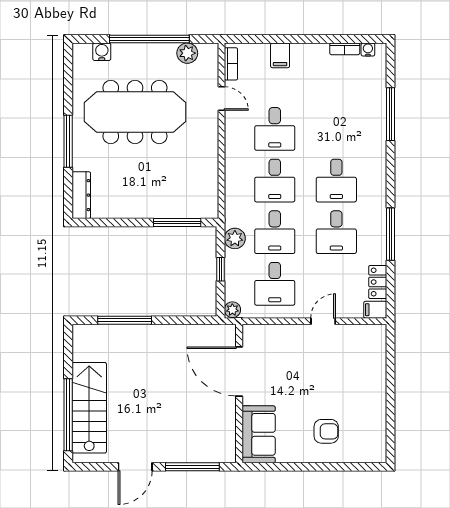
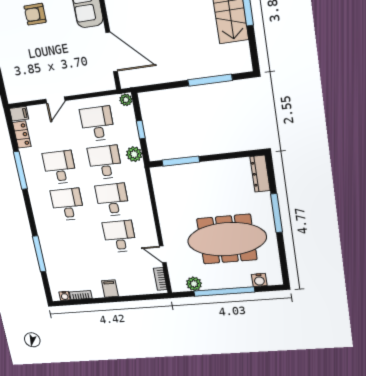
filing cabinet: (280, 55) -> (110, 289), moved

